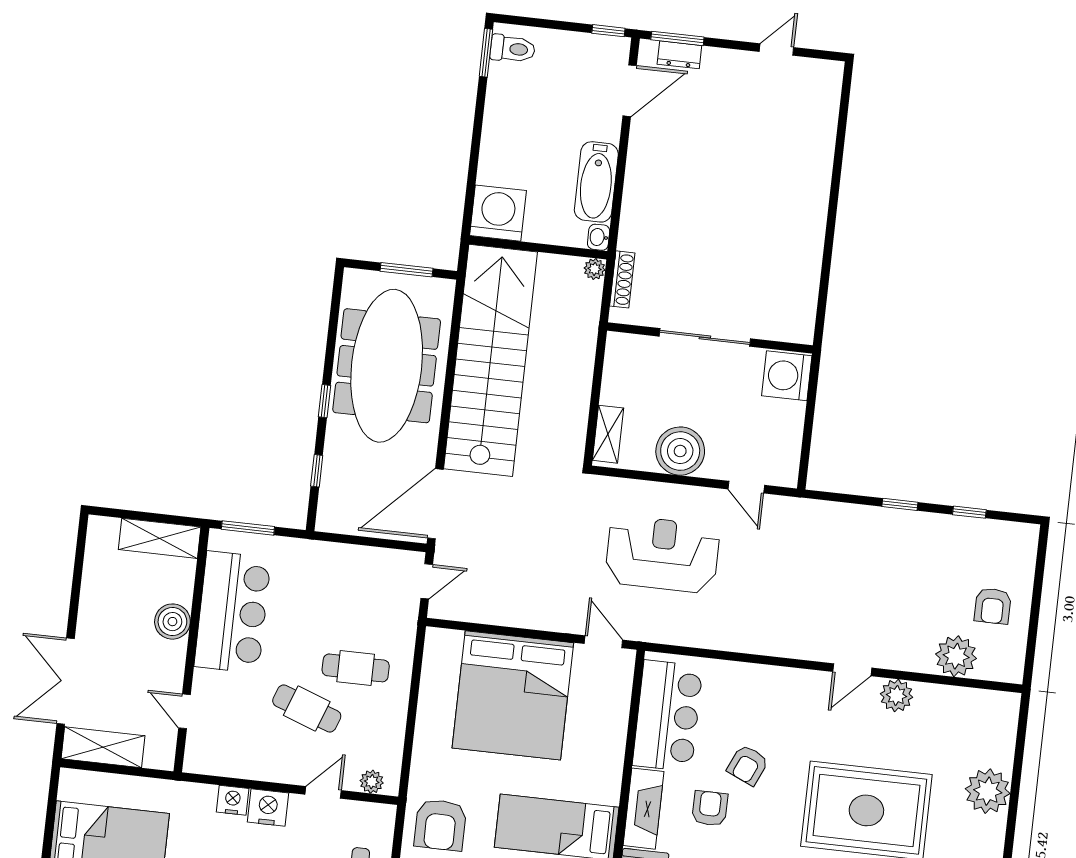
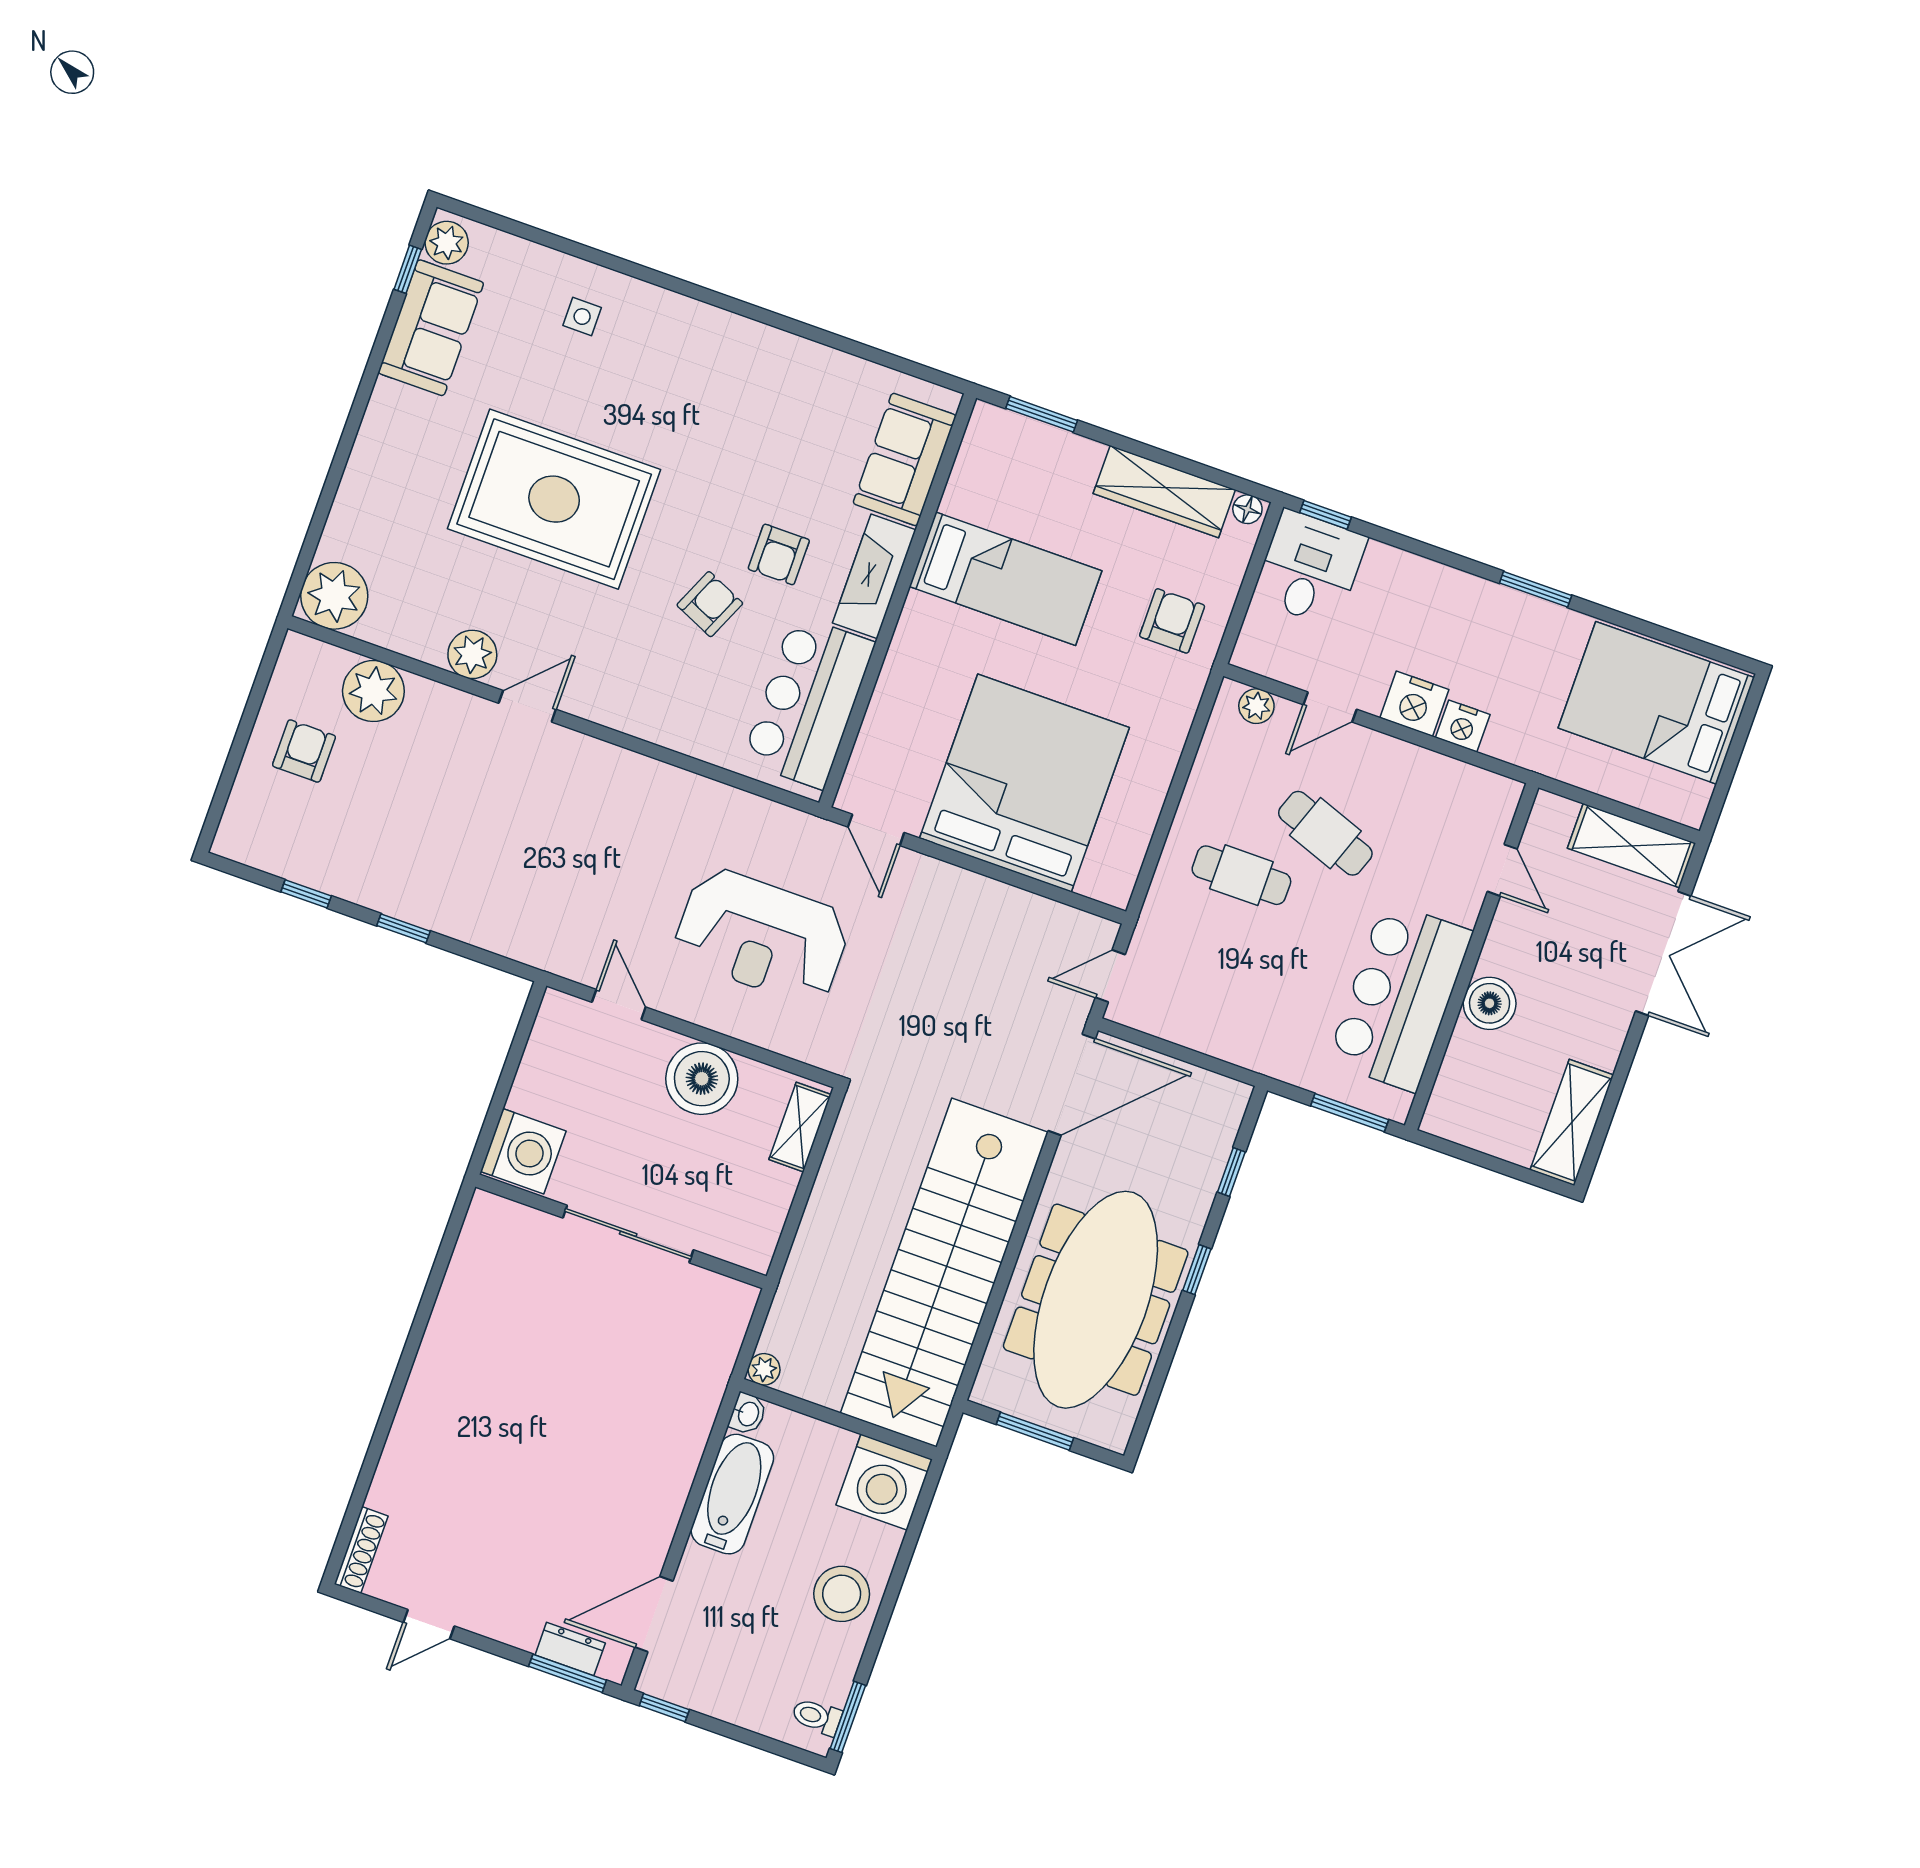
toilet: (513, 49) -> (817, 1717), width x0.73, depth x0.72
stool: (509, 133) -> (842, 1594), added
shoe rack: (622, 279) -> (361, 1550), moved, turned 180
shelving: (160, 538) -> (1572, 1122), moved, turned 90
plant: (988, 791) -> (334, 596), moved
armchair: (440, 825) -> (1172, 621), width x0.72, depth x0.72

